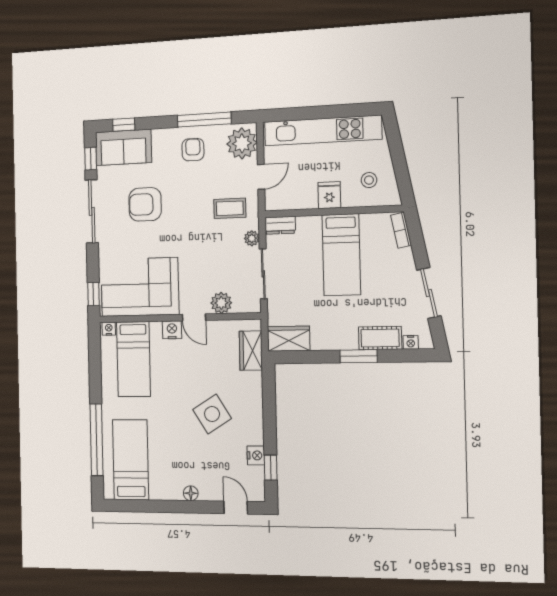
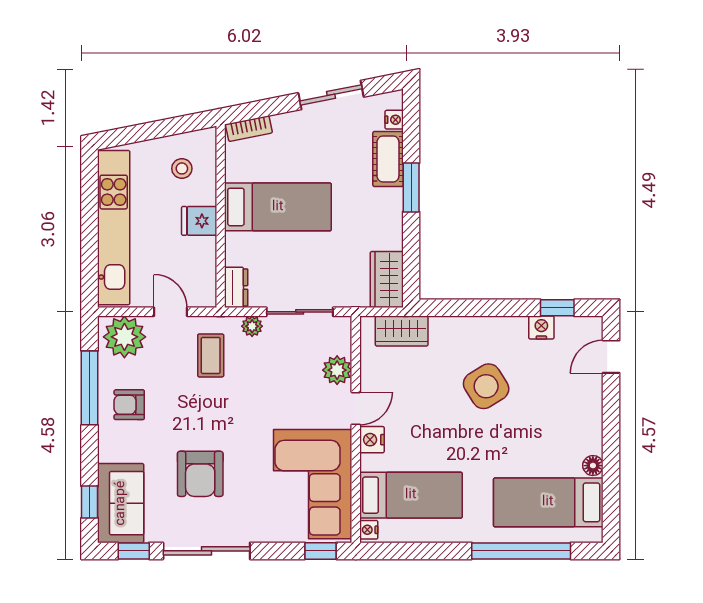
floor lamp: (191, 493) -> (593, 466), moved

